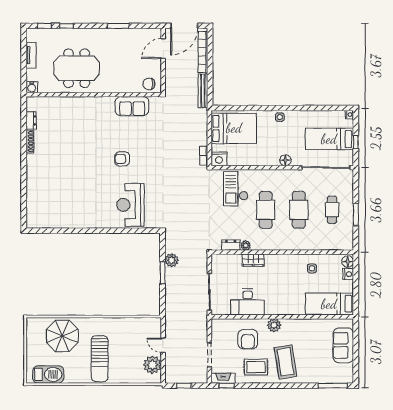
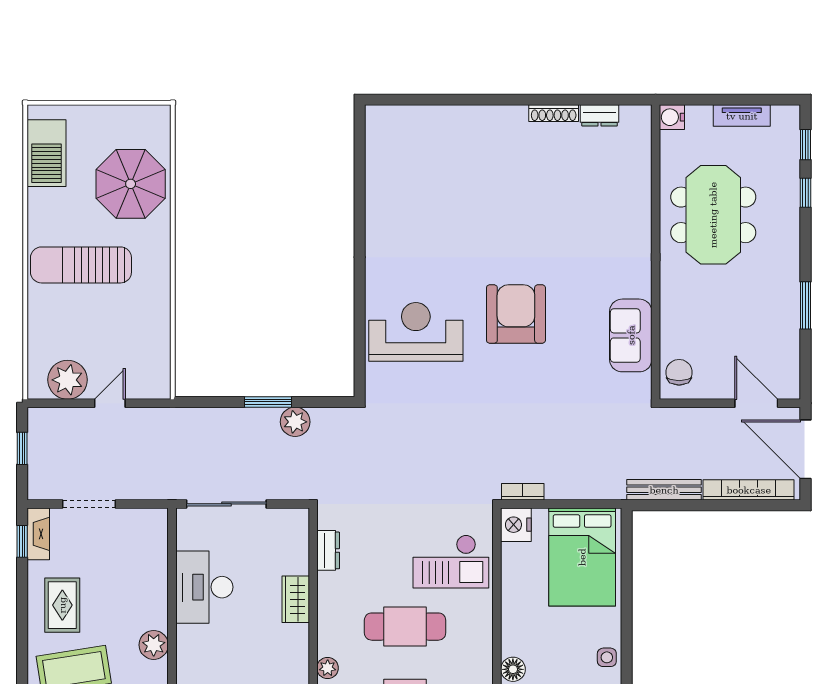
armchair: (122, 159) -> (516, 314), width x1.88, depth x1.88
checkout: (236, 189) -> (451, 561), turned 180
plant: (246, 245) -> (328, 668), moved
armchair: (248, 339) -> (123, 588), removed

